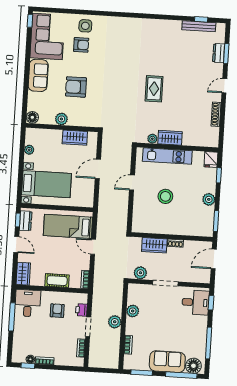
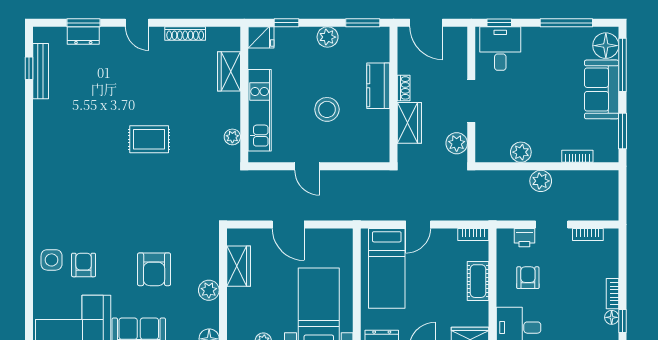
wardrobe: (170, 138) -> (229, 71), moved
kitchen counter: (178, 228) -> (378, 86), added
armchair: (57, 311) -> (528, 278), turned 90

